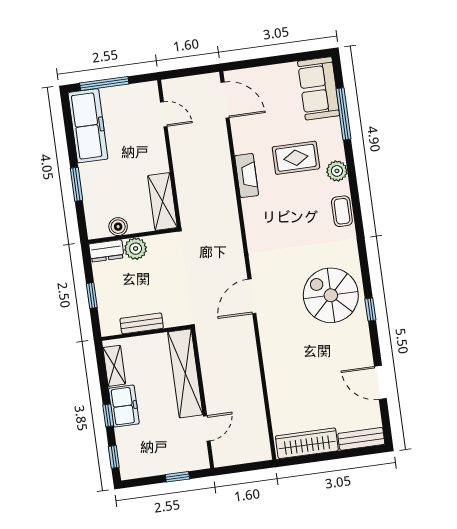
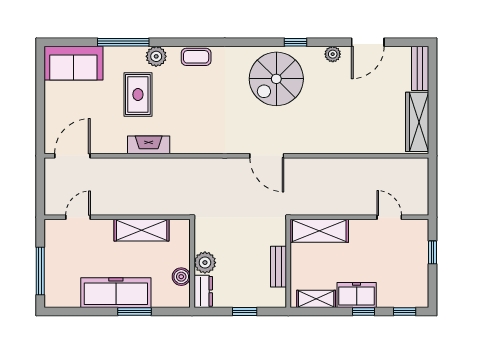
window: (344, 114) -> (123, 42), moved
freezer: (88, 126) -> (116, 293), moved
shelving: (162, 202) -> (142, 230), moved
plant: (364, 349) -> (333, 54), added
shelving: (185, 373) -> (319, 231), width x0.68

